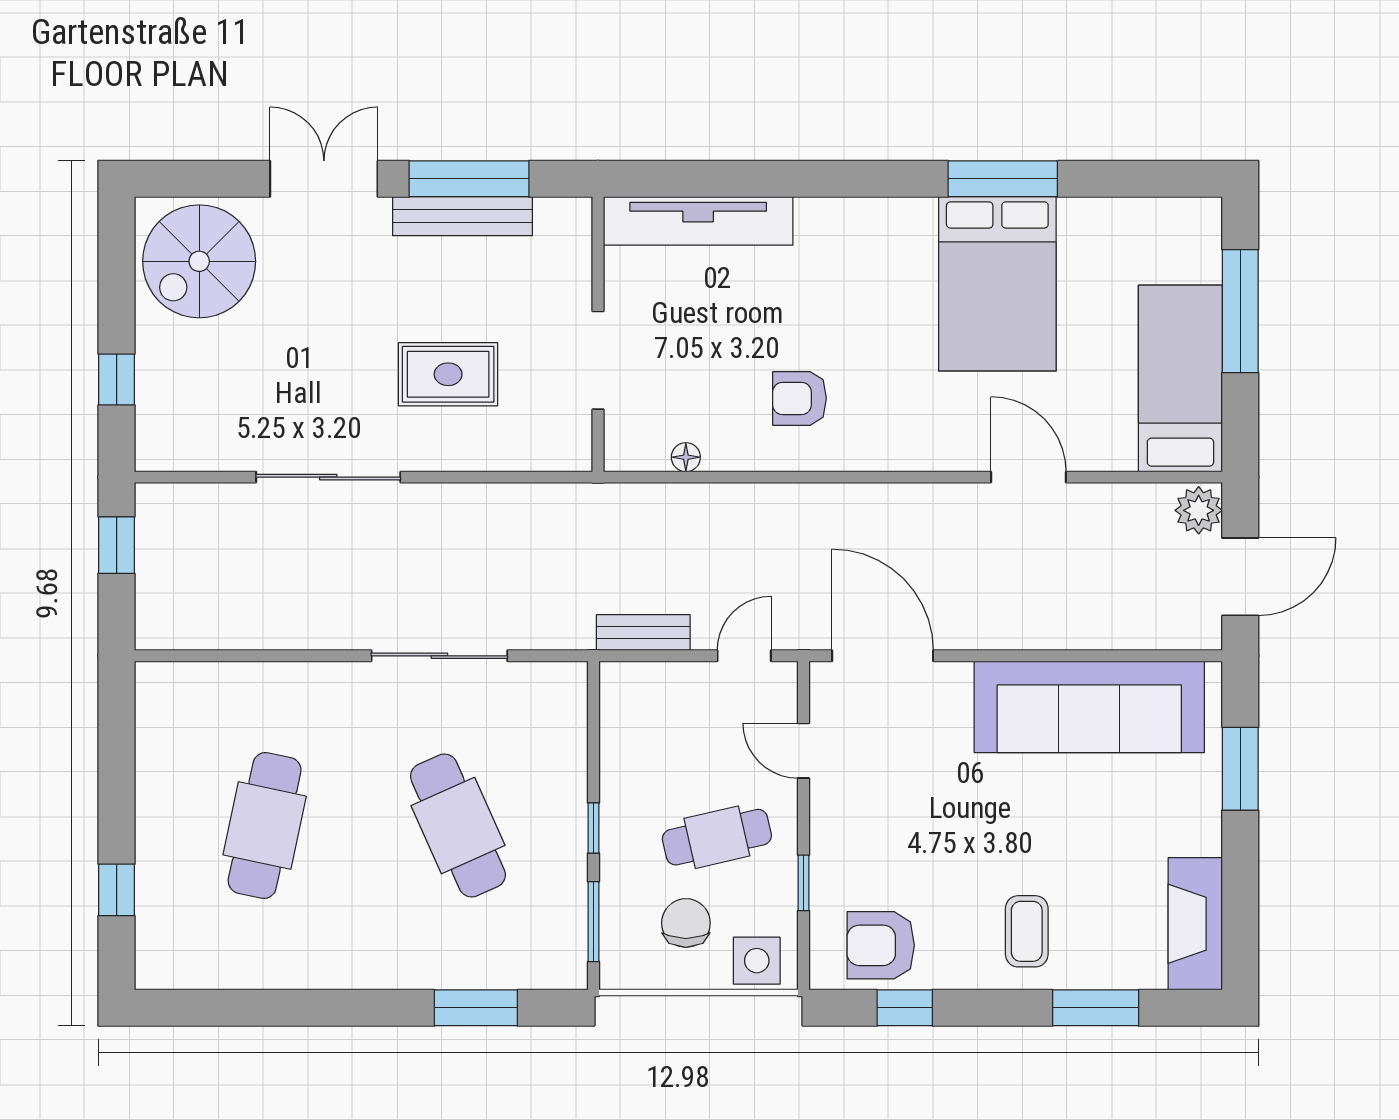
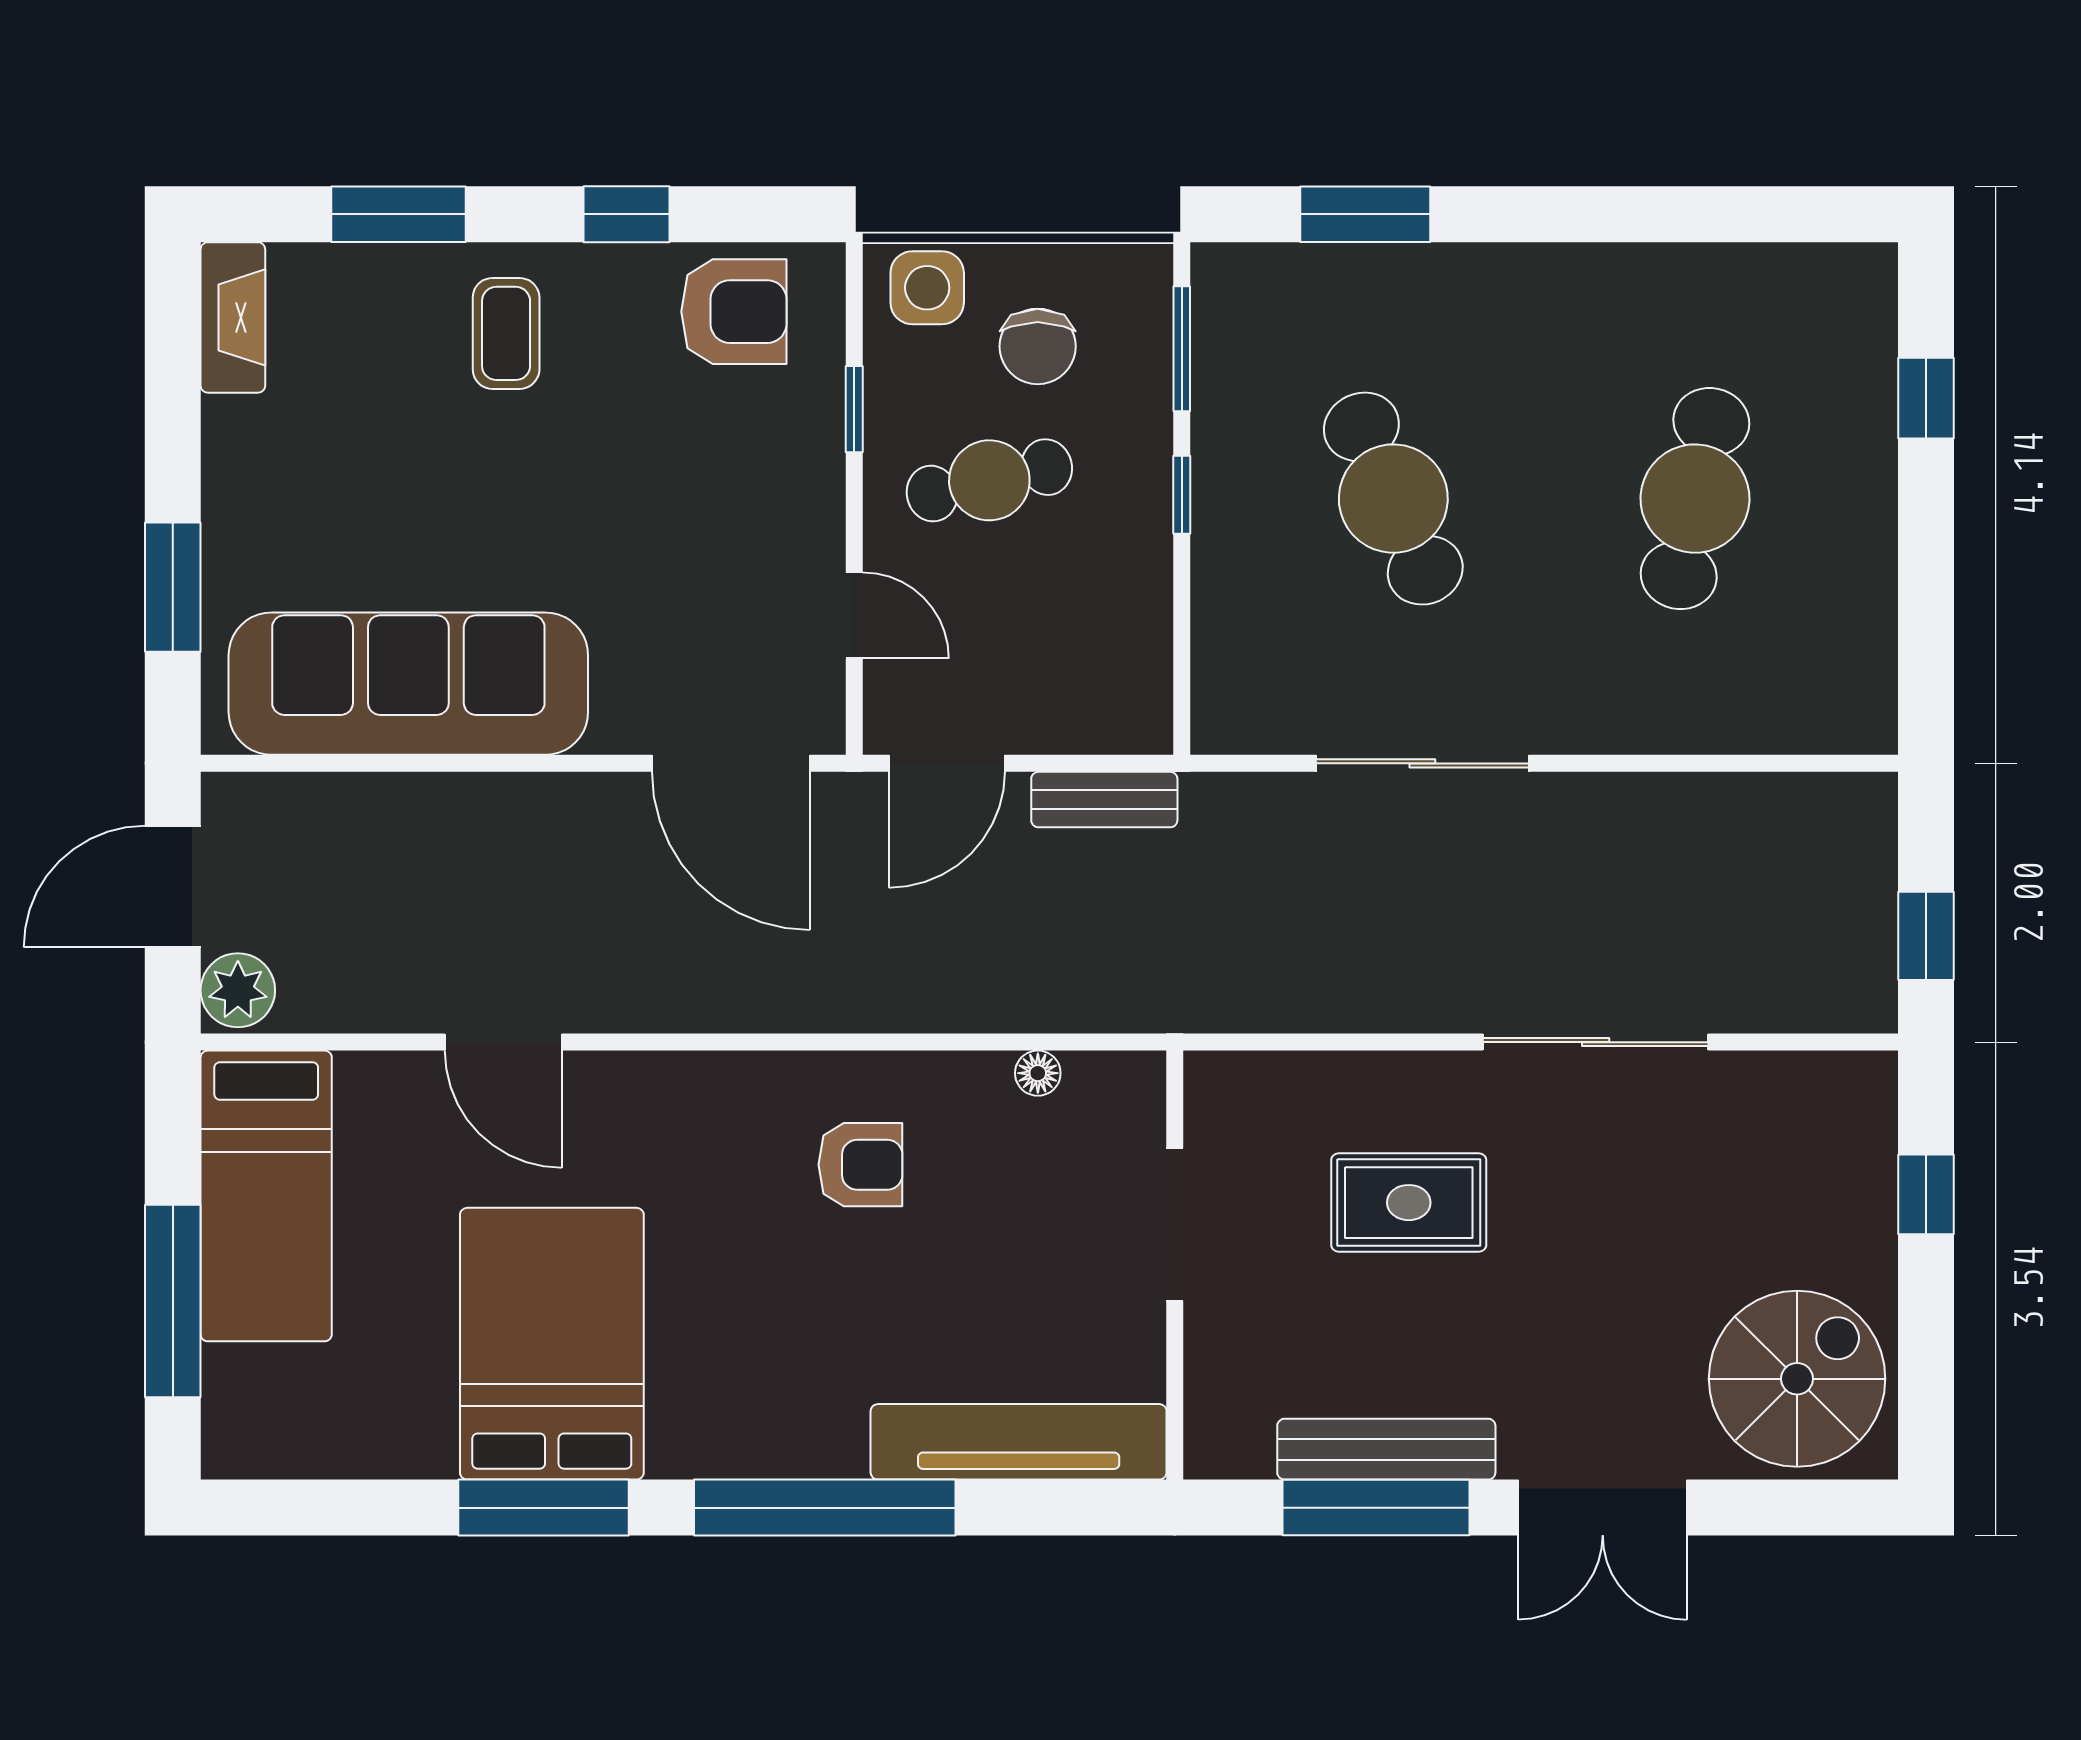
window: (822, 179) -> (825, 1508), added
door: (744, 656) -> (947, 763), width x1.38
fireplace: (1195, 924) -> (233, 317), width x0.73, depth x0.76
window: (905, 1008) -> (627, 214), moved

